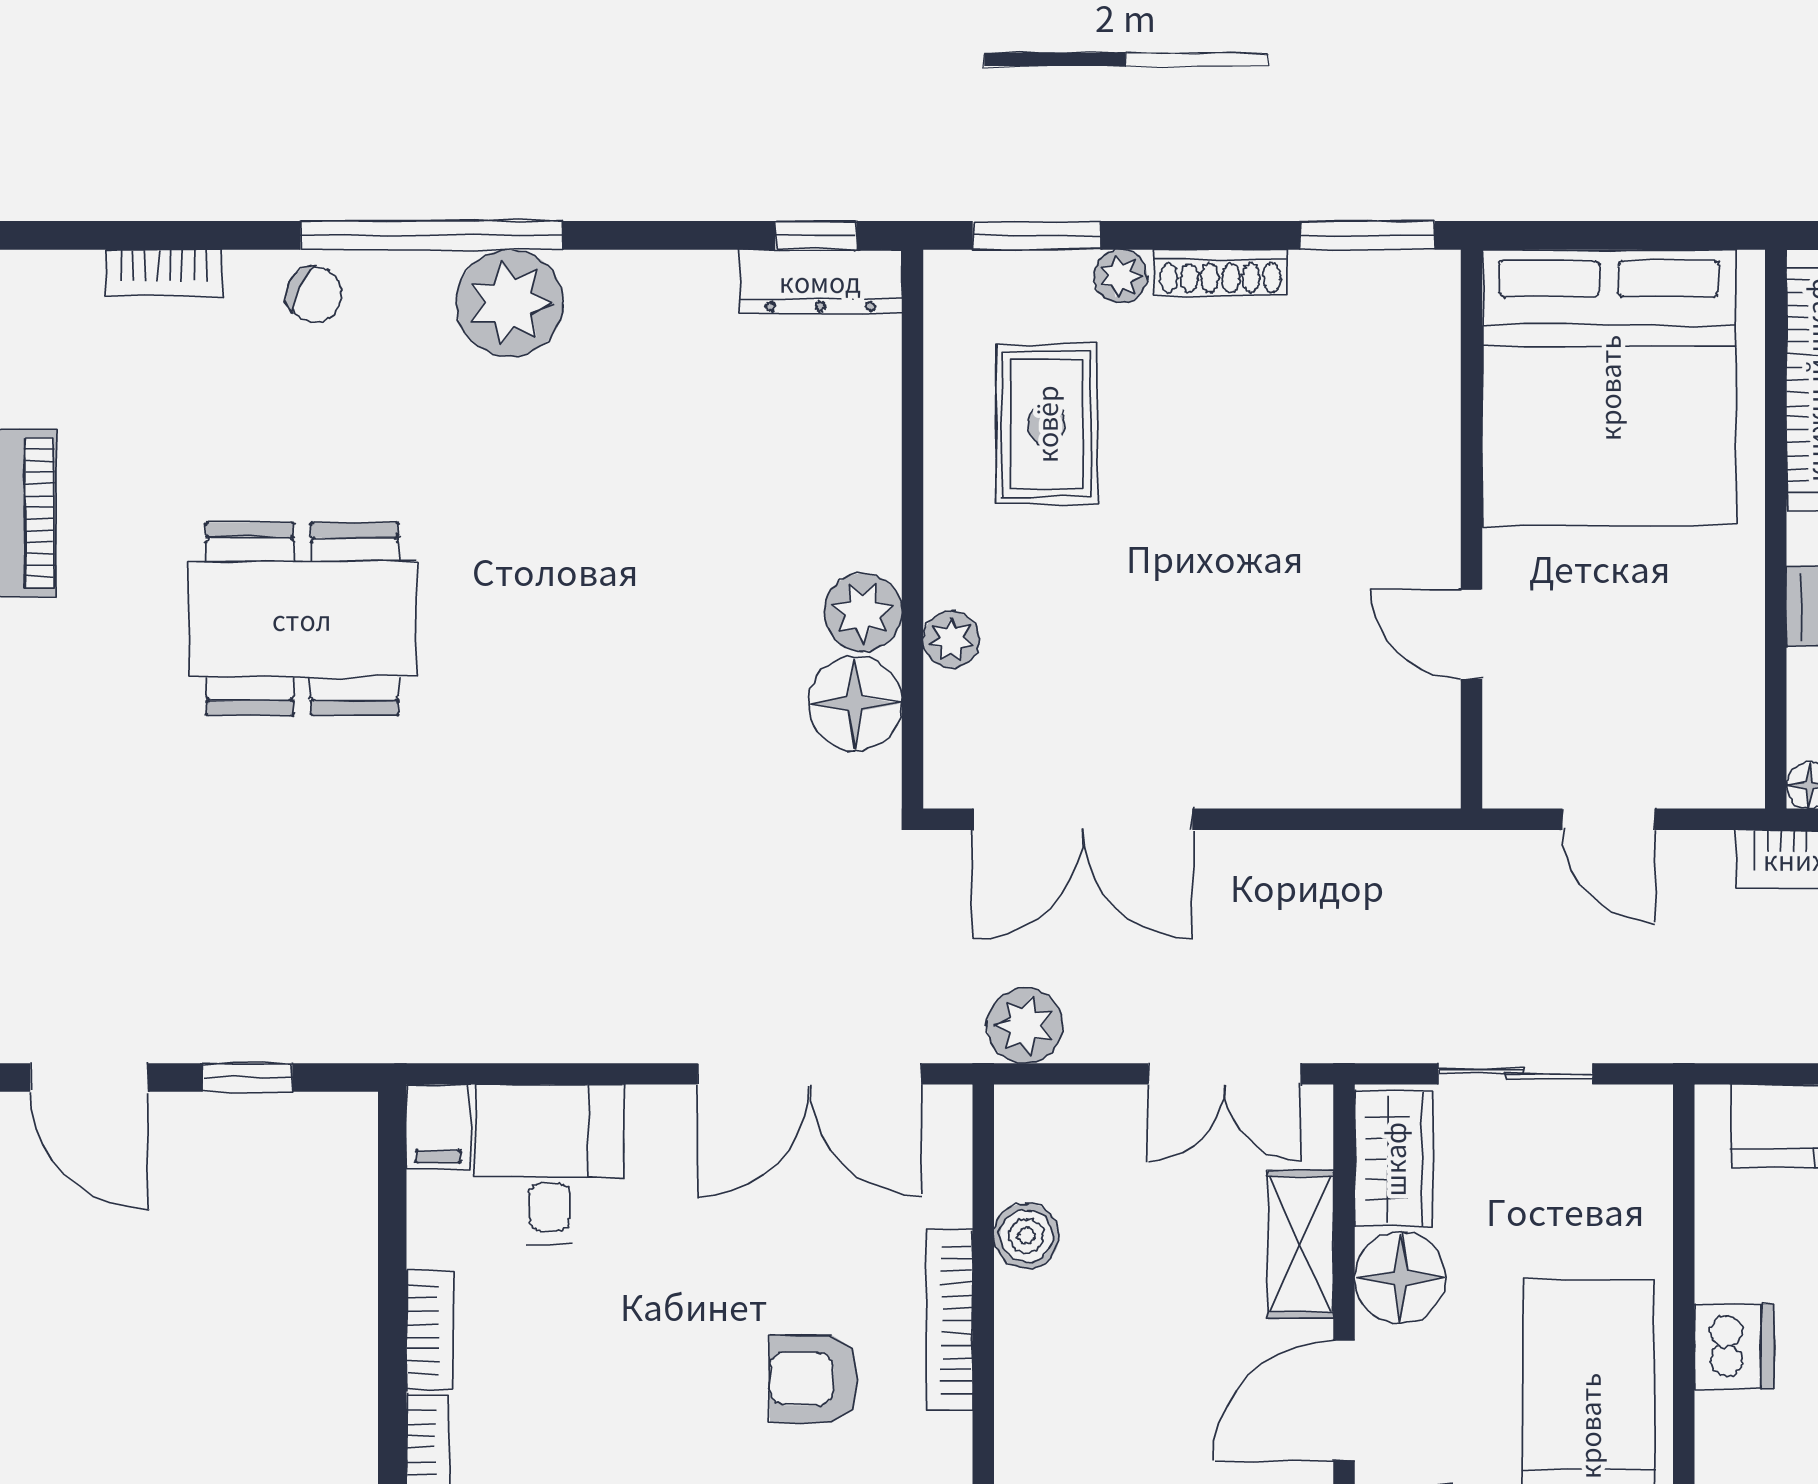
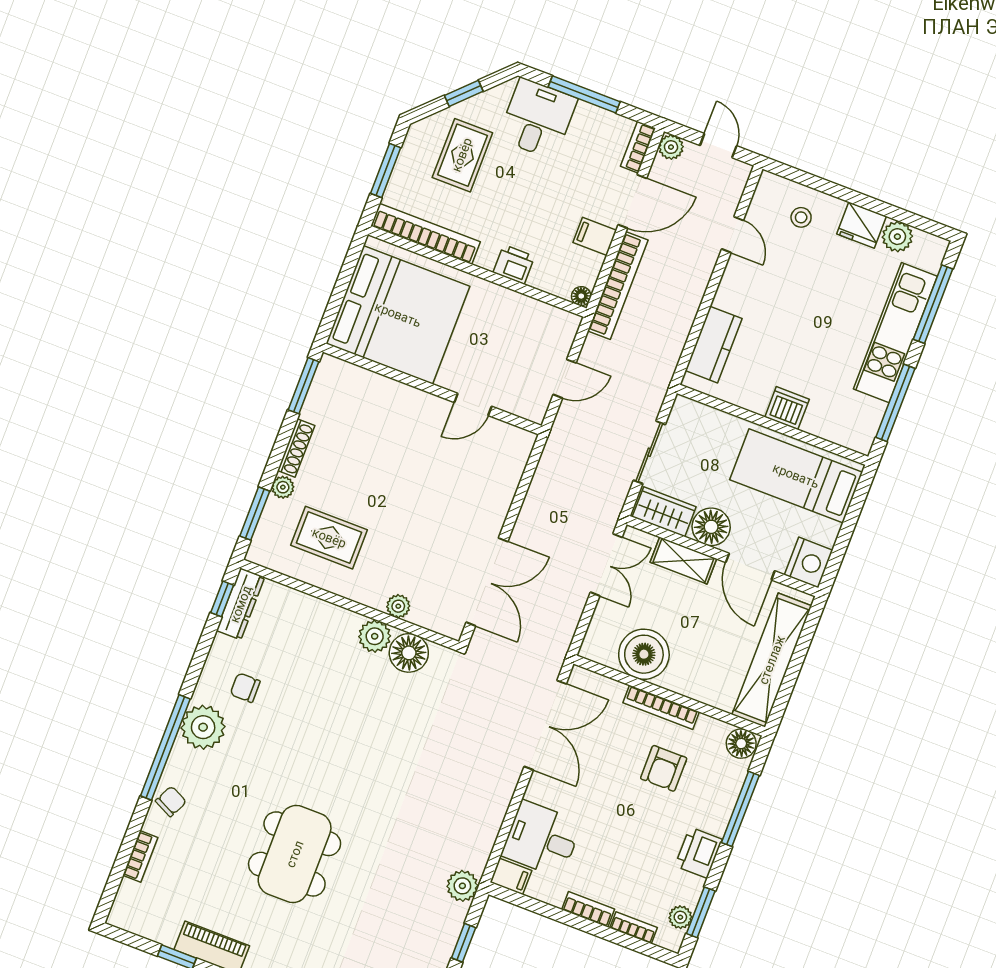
chair: (635, 364) -> (245, 688), added
plant: (1025, 1026) -> (462, 886), moved
boiler: (1026, 1236) -> (644, 654), width x1.86, depth x1.86

